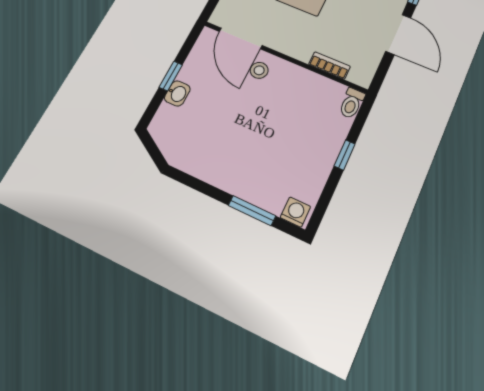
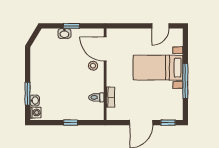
door: (241, 38) -> (105, 49), hinge flipped
toilet: (352, 103) -> (96, 97), moved
washbasin: (271, 203) -> (35, 101), added

